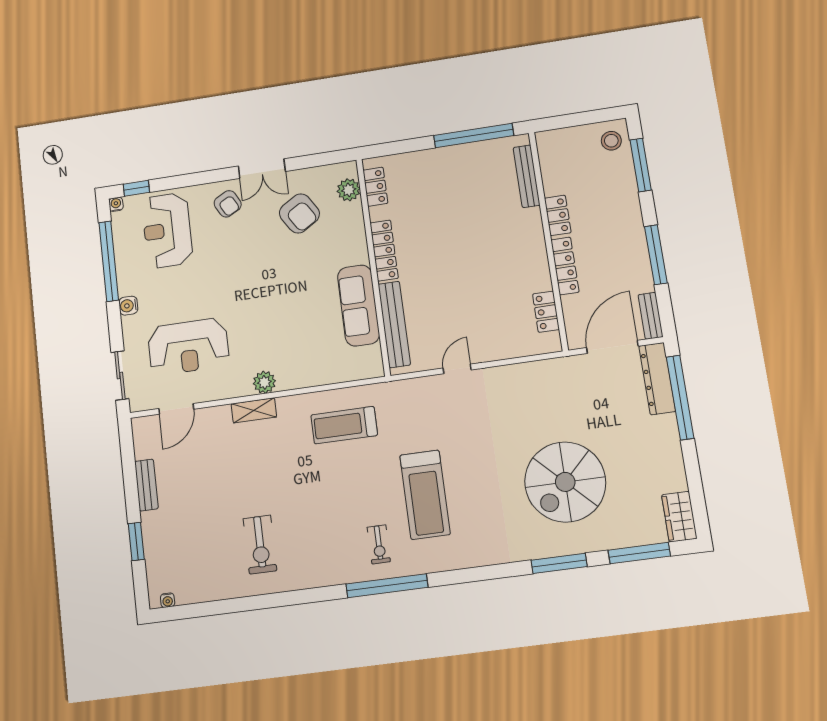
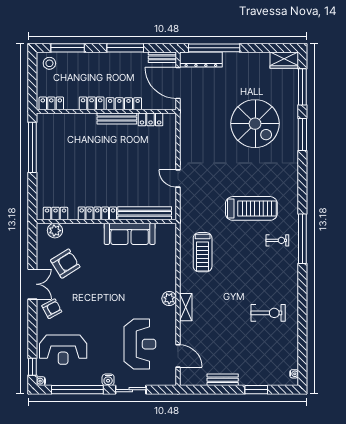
locker: (548, 154) -> (51, 103), added
bench: (527, 176) -> (117, 119), moved
sliding door: (120, 375) -> (131, 390), moved

